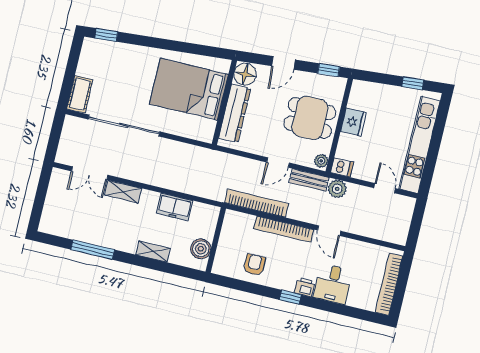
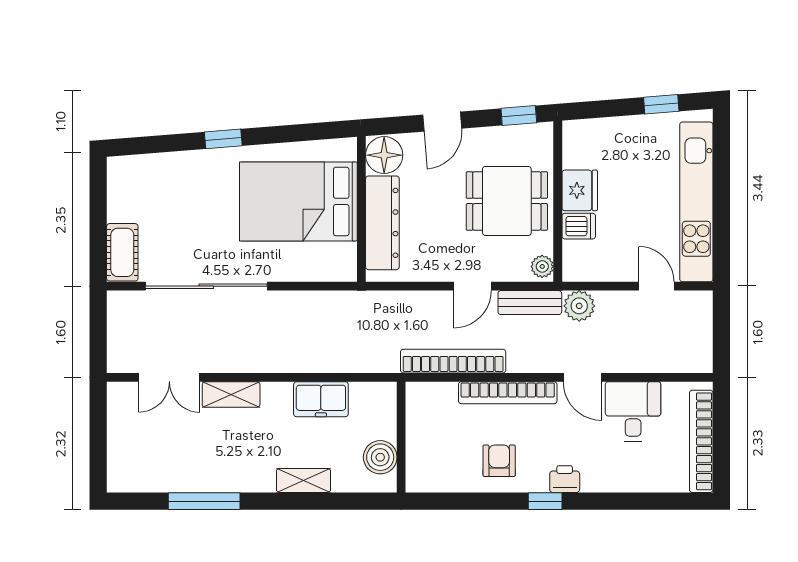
window: (106, 35) -> (223, 139), moved
dishwasher: (342, 167) -> (579, 226), moved
armchair: (254, 265) -> (499, 461), moved
desk: (333, 284) -> (633, 411), moved, turned 180

